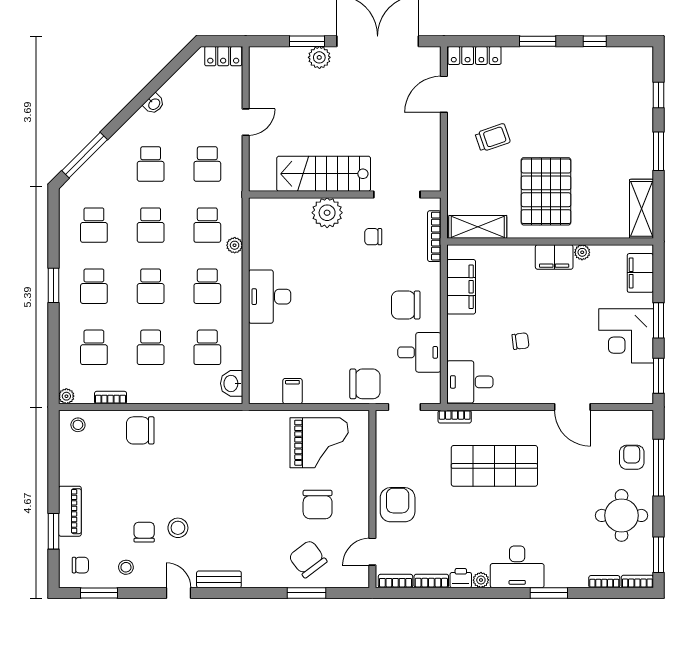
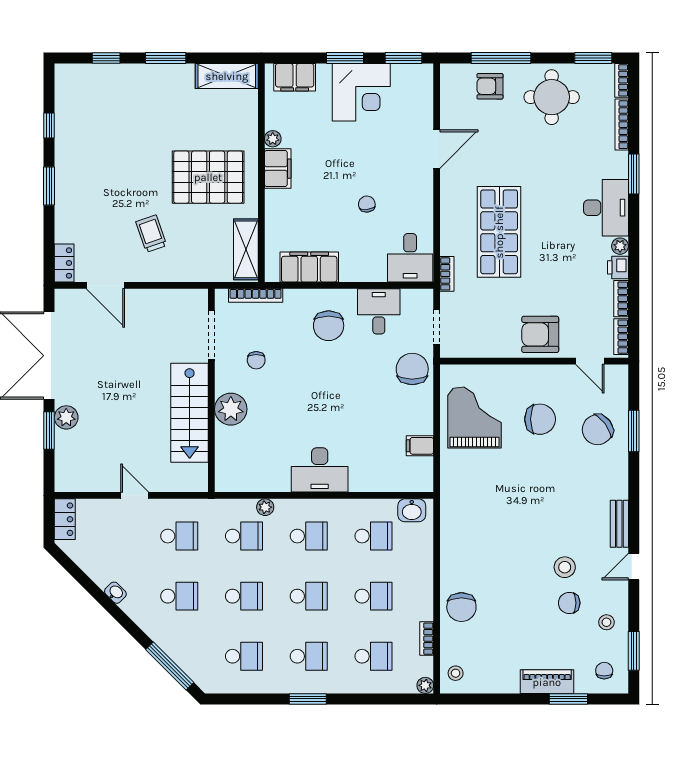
locker: (474, 55) -> (64, 263), width x0.66
bookcase: (604, 582) -> (622, 125), width x1.56

